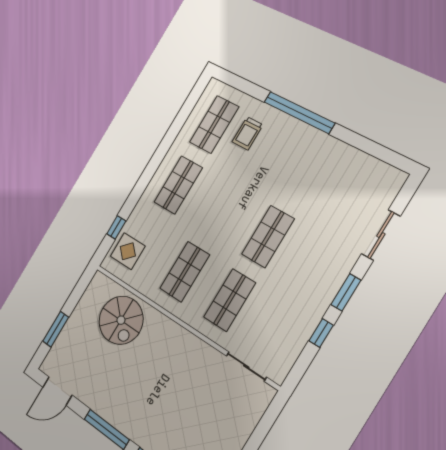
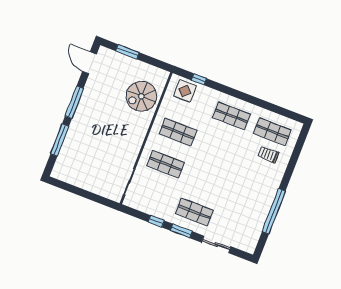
window: (299, 112) -> (274, 211), moved
shop shelf: (268, 237) -> (194, 212), moved

